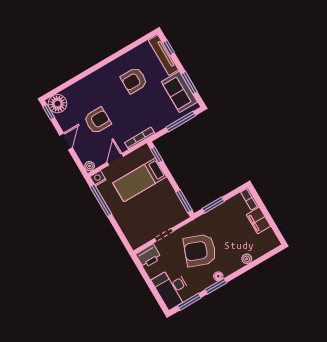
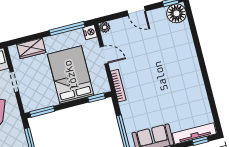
armchair: (134, 80) -> (178, 97), removed
armchair: (97, 120) -> (148, 49), removed
bed: (140, 180) -> (71, 75), width x1.50
wardrobe: (129, 228) -> (31, 48), added

